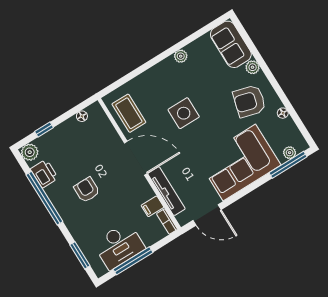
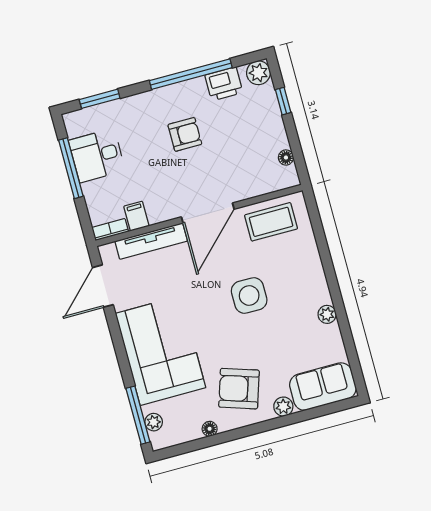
armchair: (249, 101) -> (239, 389), turned -87
desk: (119, 246) -> (97, 155), width x0.73

